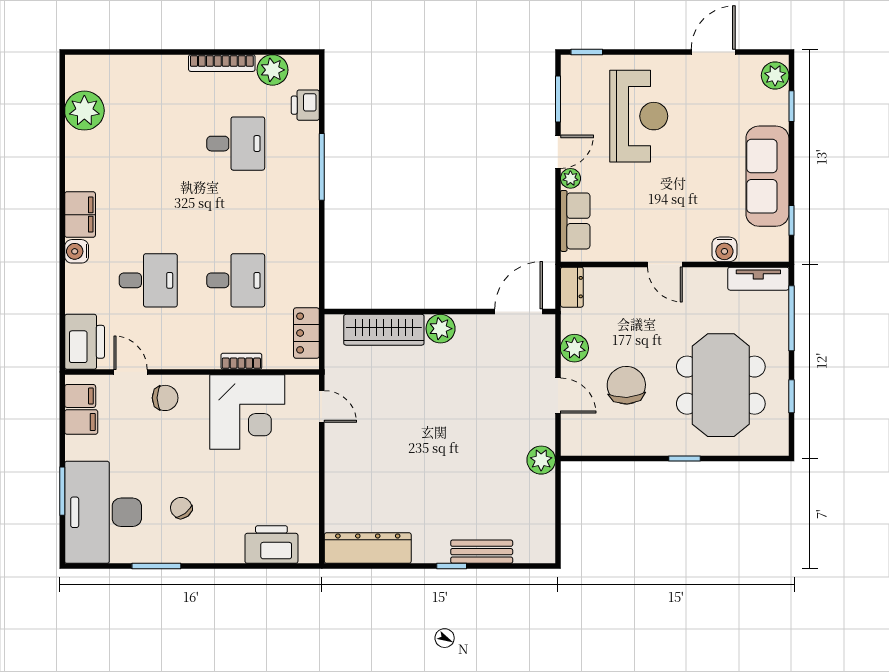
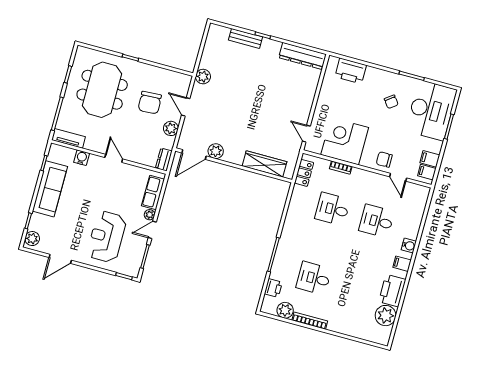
filing cabinet: (80, 215) -> (402, 264), width x0.50
plant: (441, 329) -> (216, 151), moved
printer: (85, 342) -> (392, 291), moved

